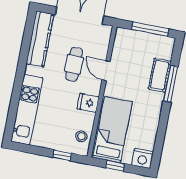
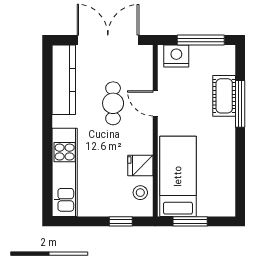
fridge: (88, 103) -> (140, 165), moved
nightstand: (142, 158) -> (176, 56), moved, turned 180
window: (115, 166) -> (190, 221), width x1.50

